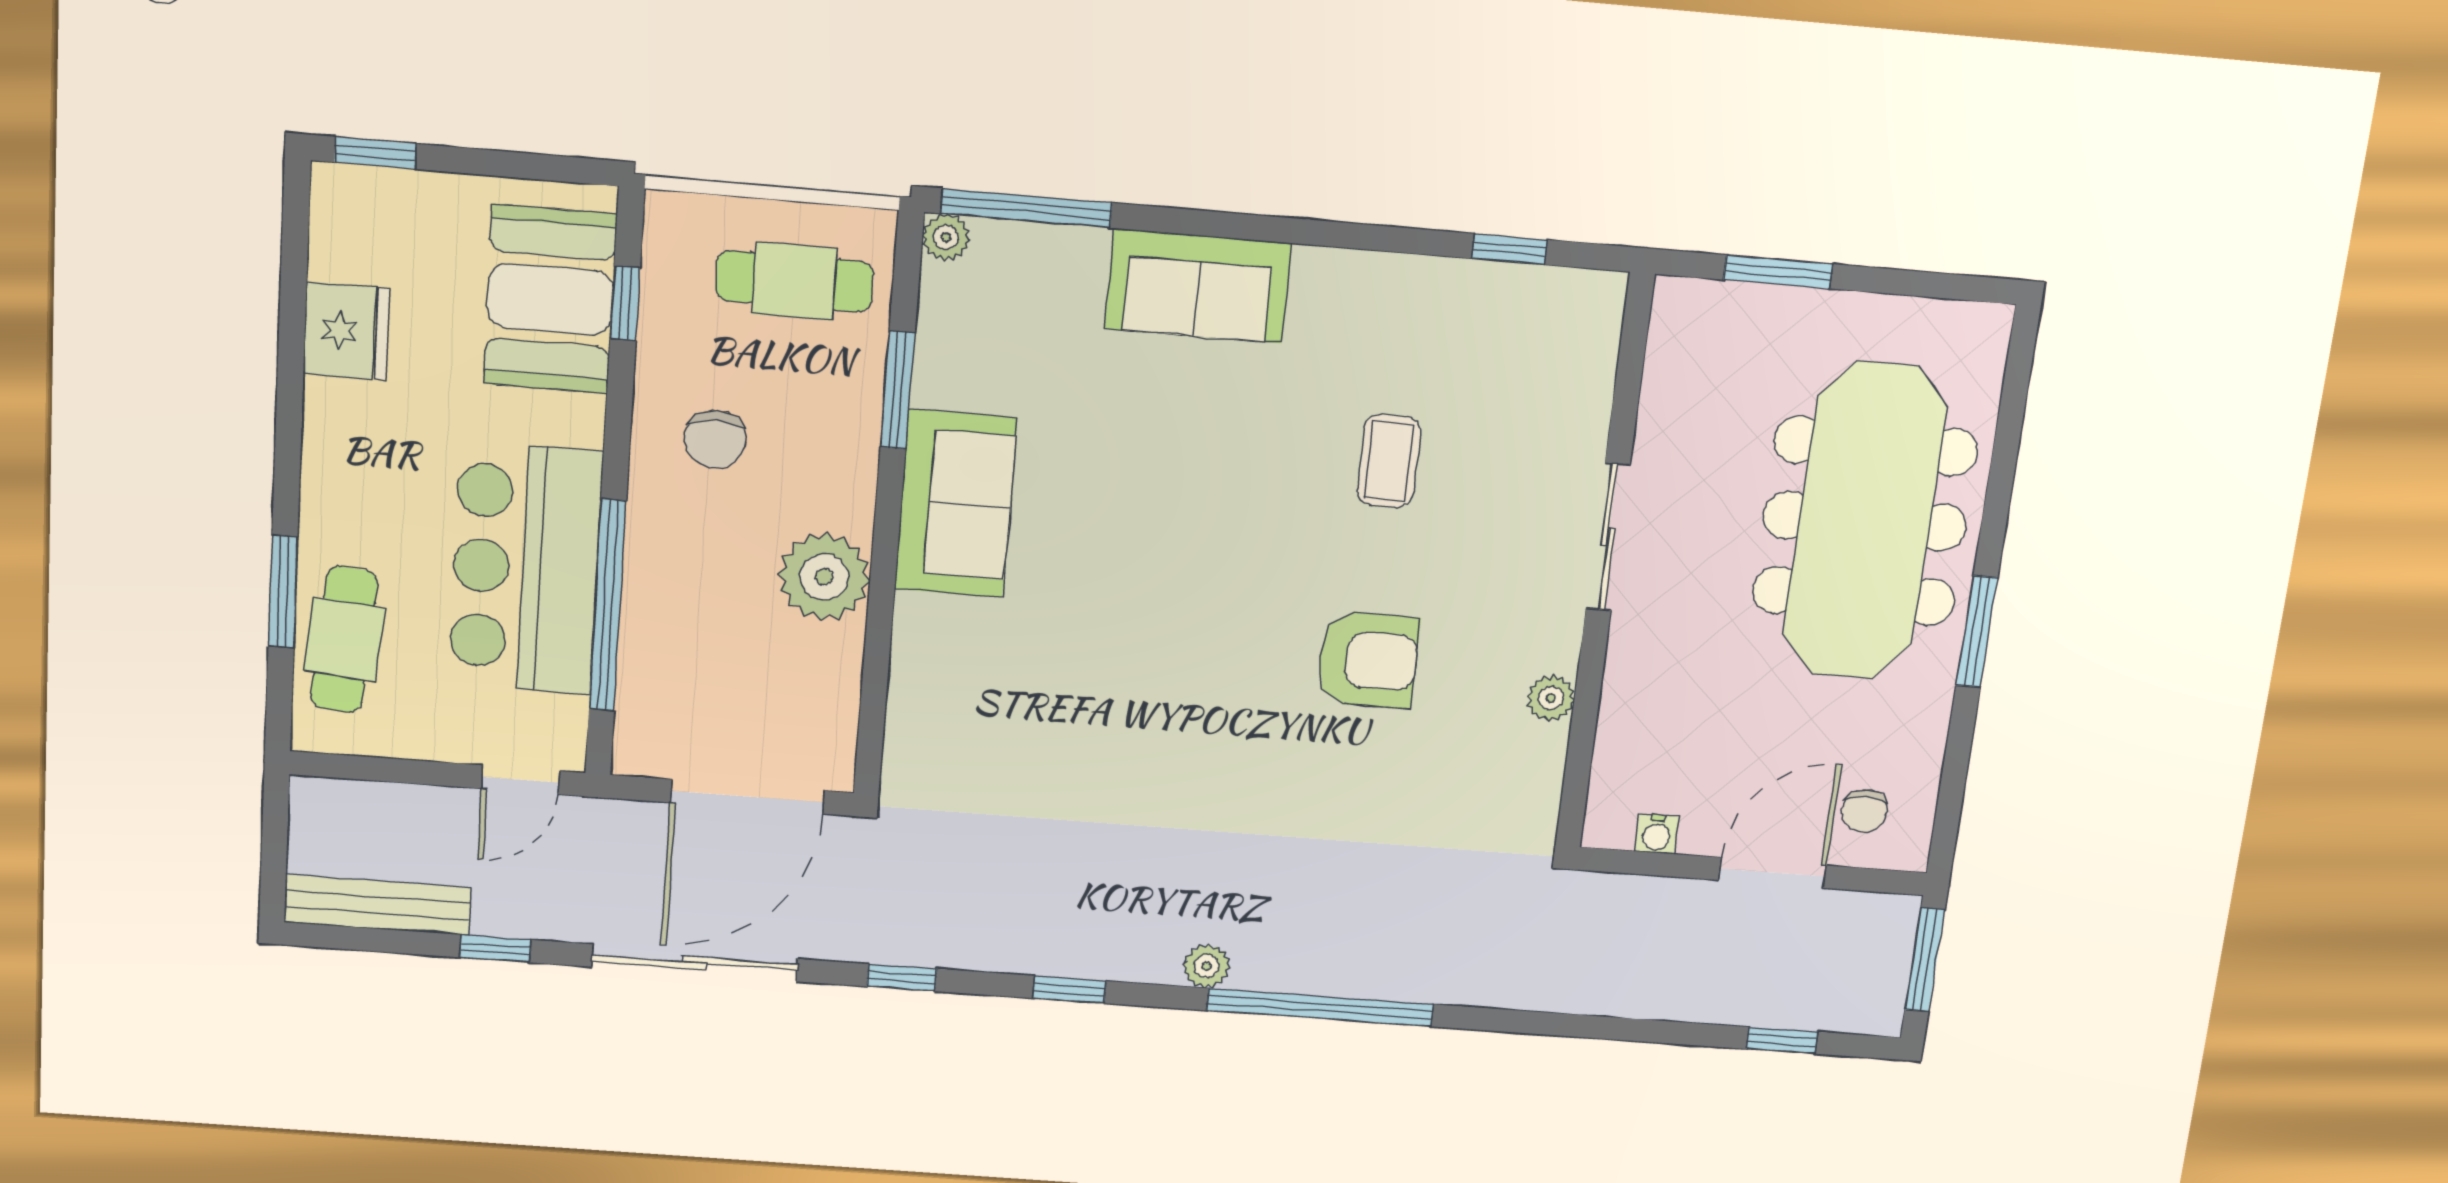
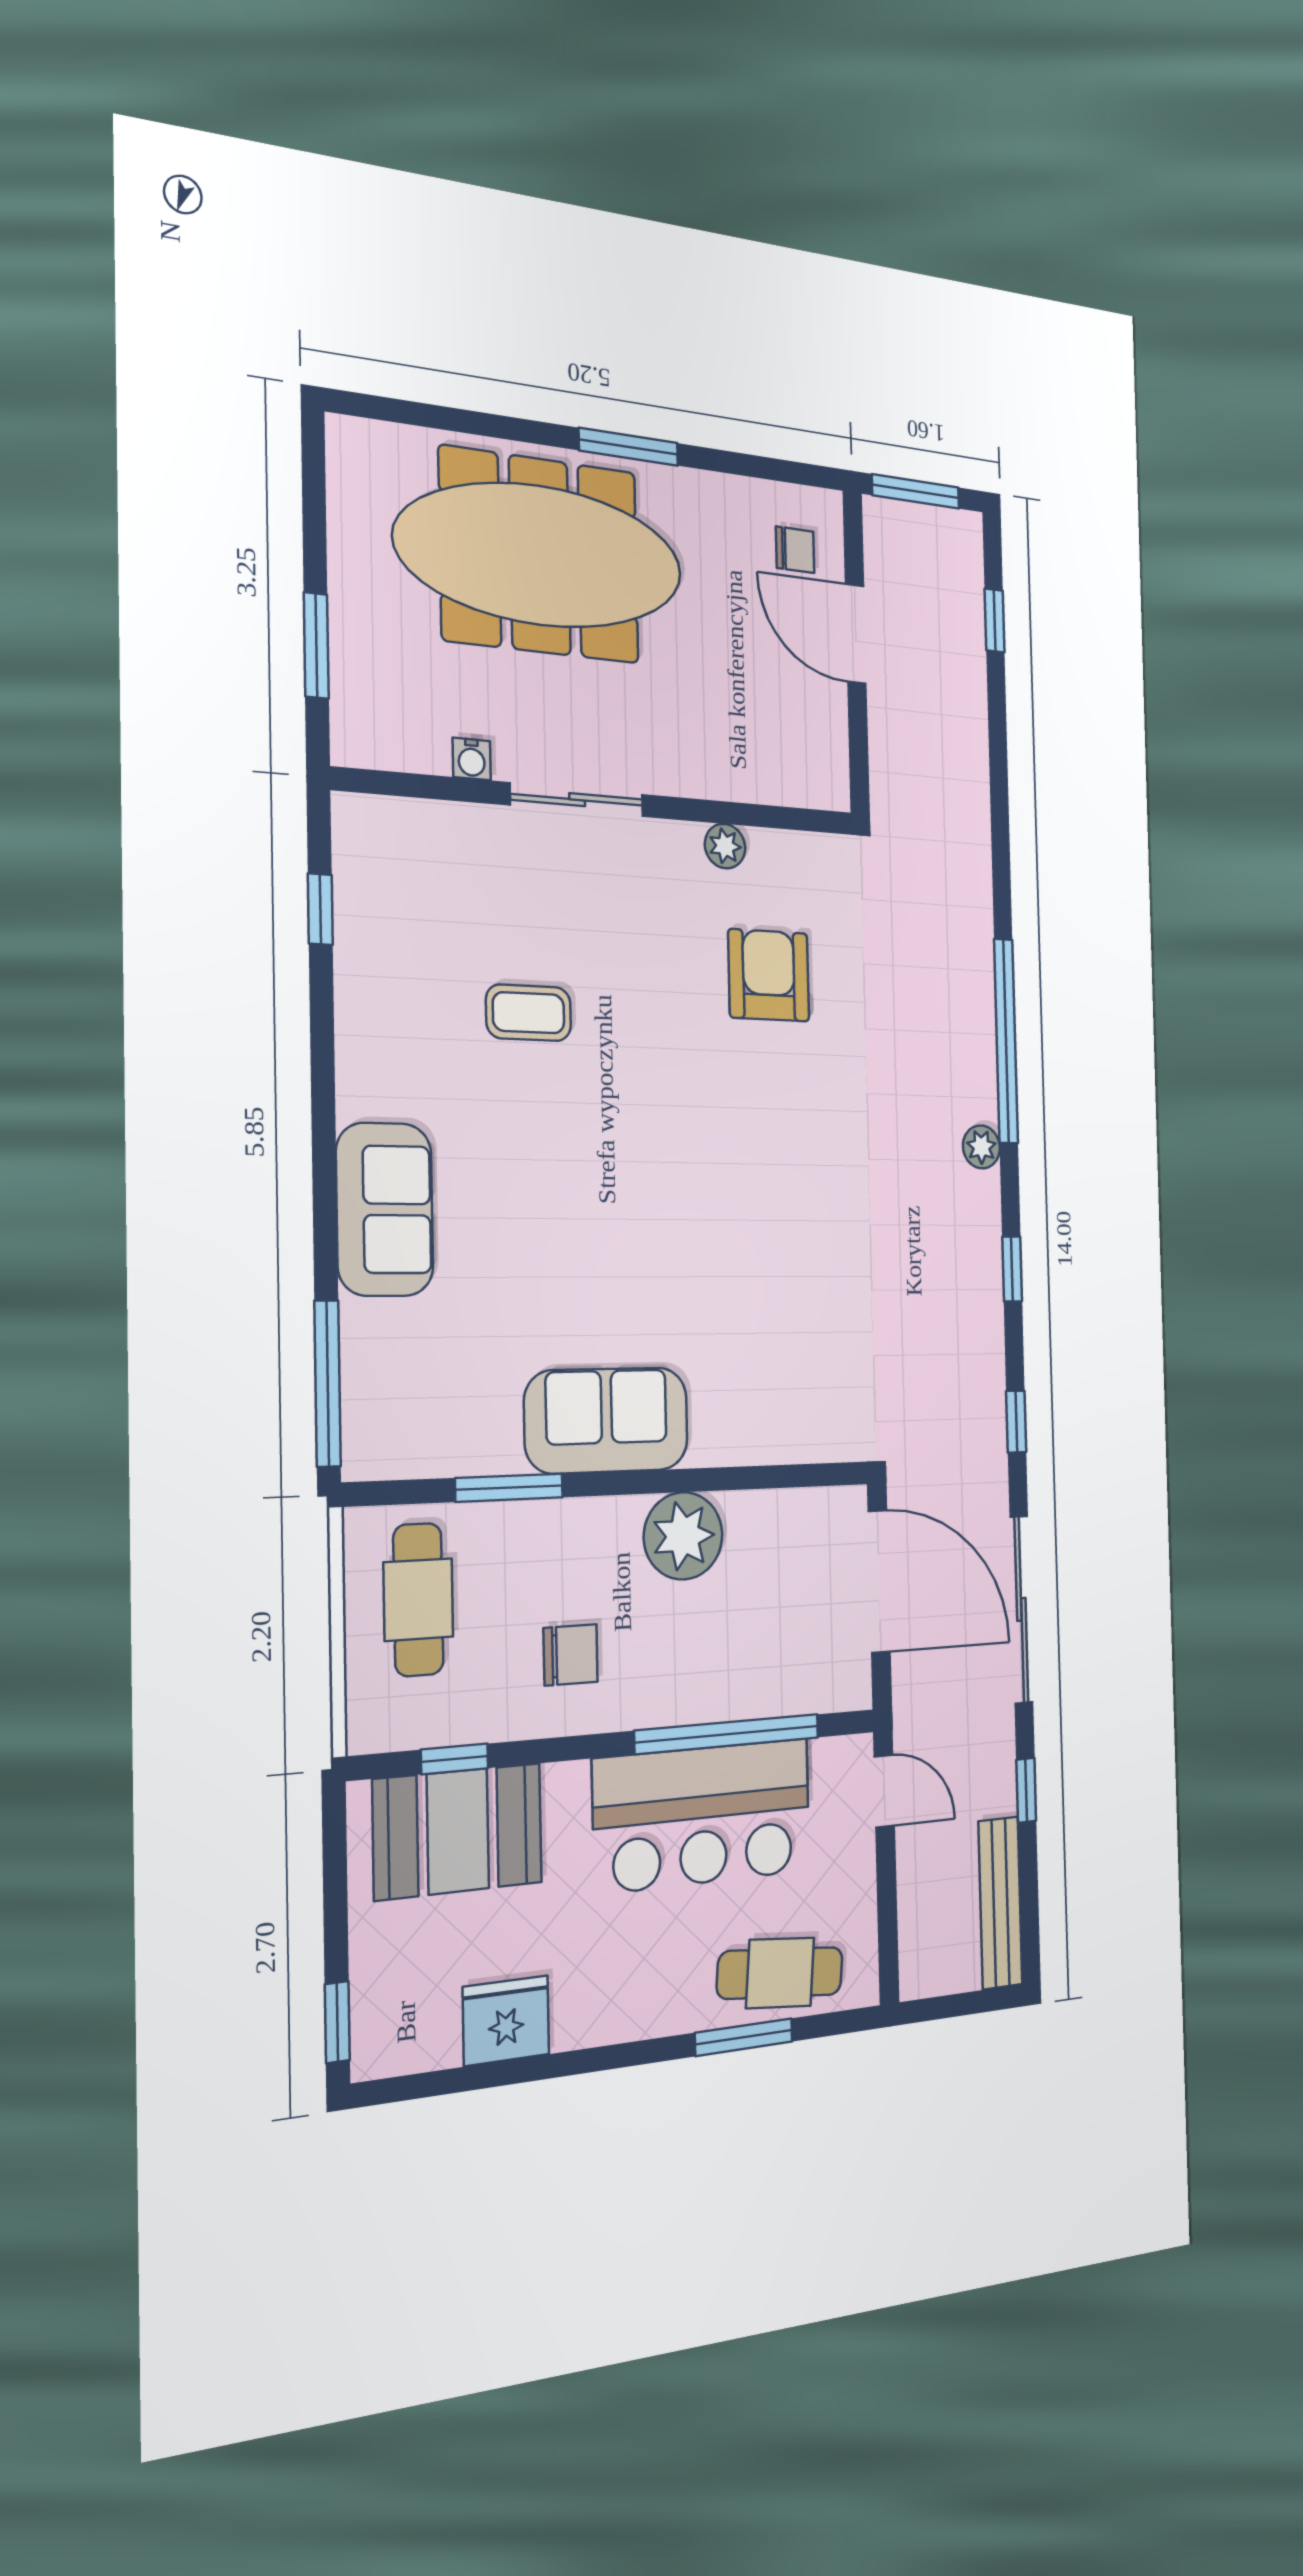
plant: (946, 237) -> (363, 1458), removed
armchair: (1368, 660) -> (769, 975), moved
water cooler: (1657, 834) -> (472, 759), moved, turned 90

